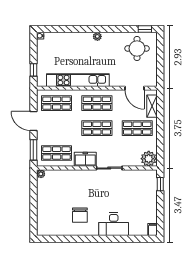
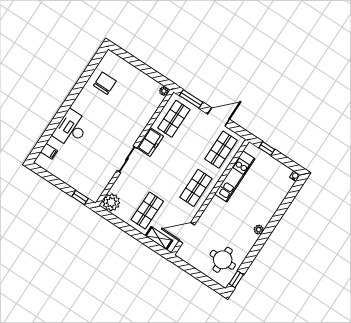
kitchen unit: (78, 80) -> (235, 176), width x0.73
shop shelf: (97, 128) -> (172, 172), removed
chair: (80, 215) -> (105, 83), moved, turned 90
filing cabinet: (152, 230) -> (49, 151), moved

